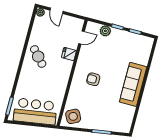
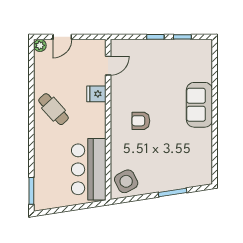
door: (56, 11) -> (62, 37), hinge flipped
plant: (105, 31) -> (140, 47), removed
sofa: (133, 84) -> (199, 105), width x0.73
bar counter: (35, 111) -> (89, 169), moved, turned -81

